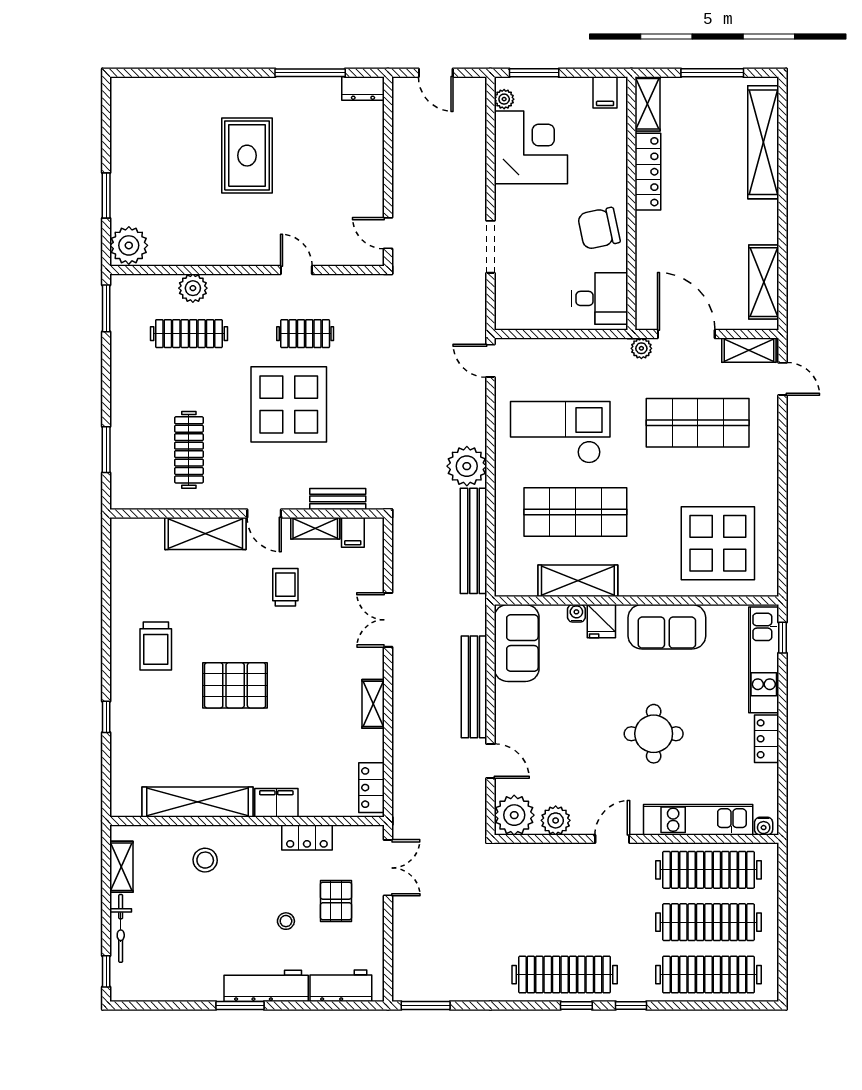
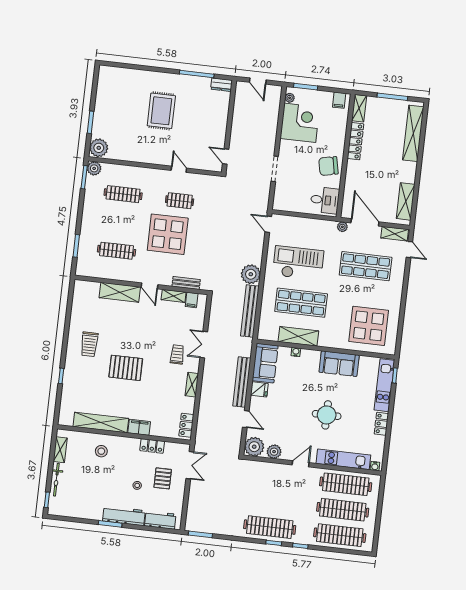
plant: (193, 288) -> (94, 168), moved
clothes rail: (189, 450) -> (117, 251), turned 90
trolley: (285, 587) -> (177, 354), moved
fridge: (601, 621) -> (259, 389), moved, turned -90

